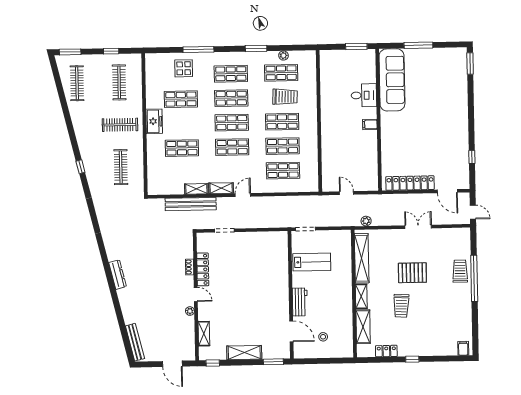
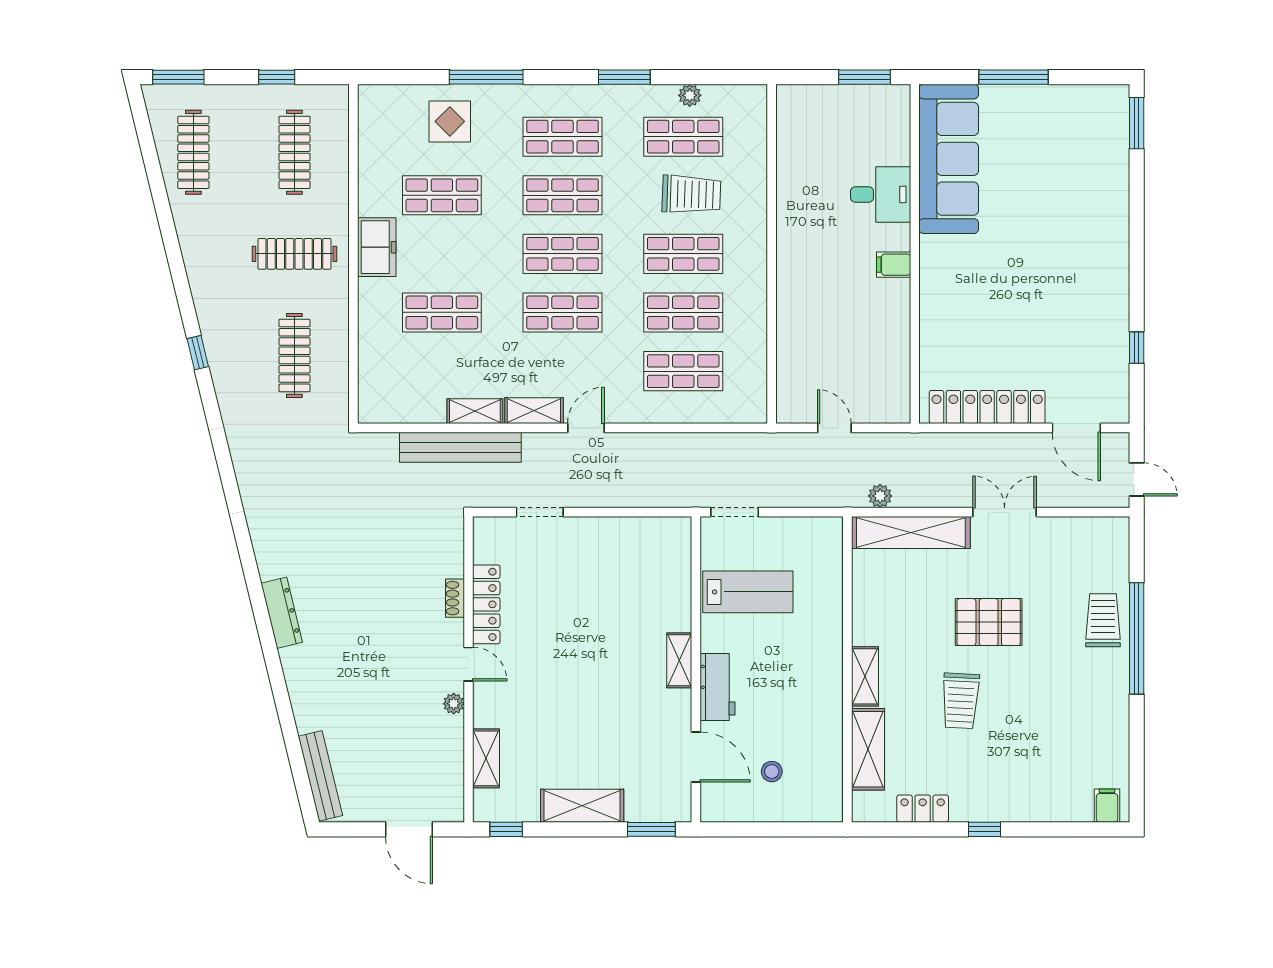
shelving: (362, 258) -> (911, 533), moved, turned 90
shelving: (284, 291) -> (679, 660), added

